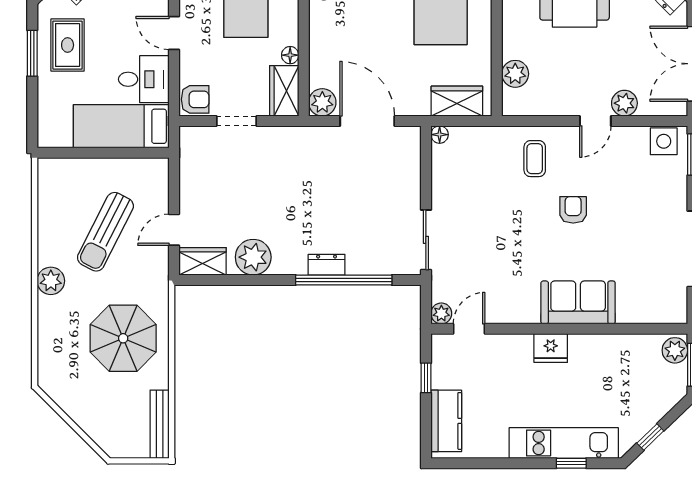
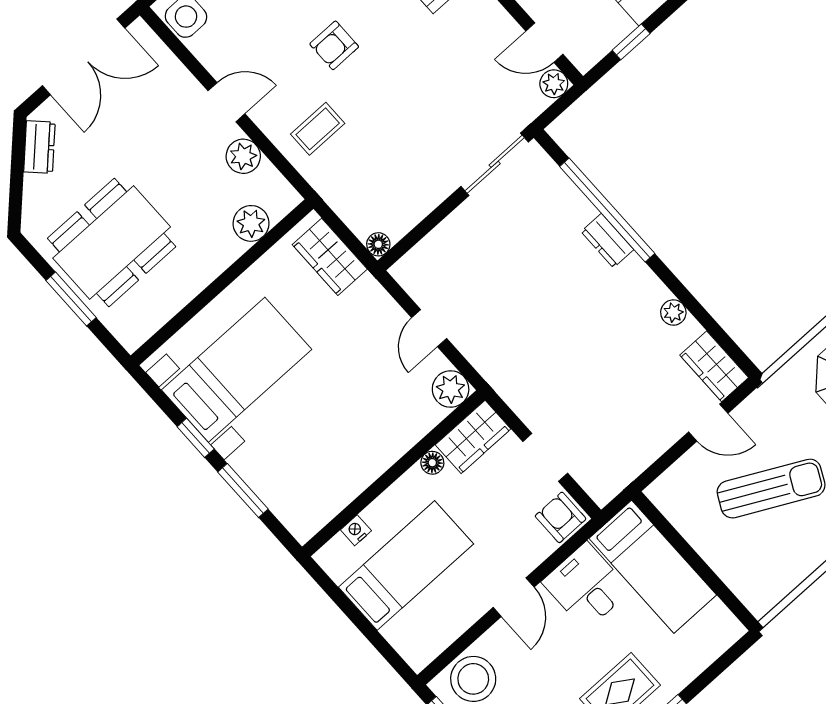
plant: (624, 103) -> (243, 156), moved
door: (367, 121) -> (429, 328), width x0.53
plant: (253, 257) -> (673, 313), width x0.53, depth x0.53

